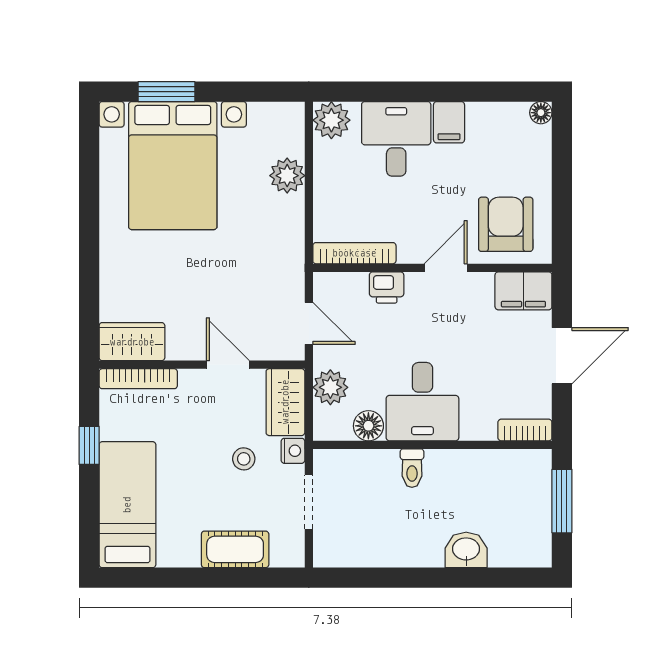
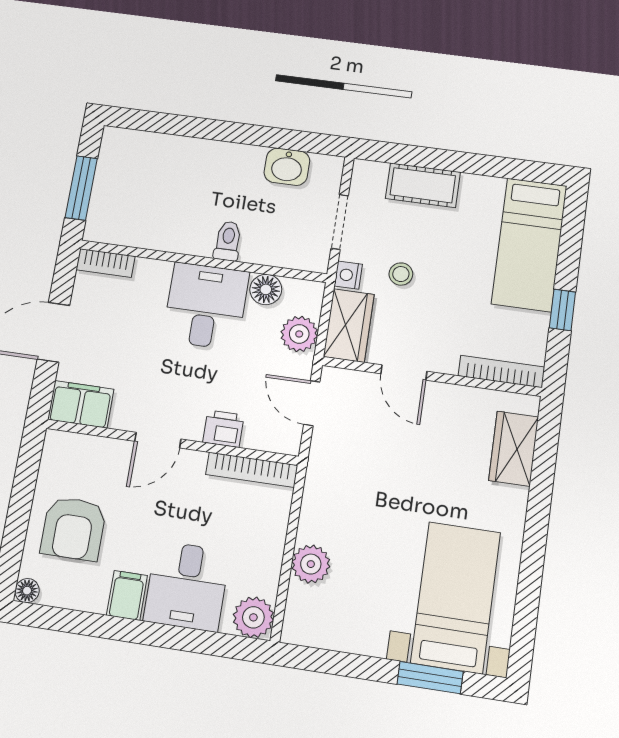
bed with nightstands: (173, 166) -> (456, 597), width x0.73
armchair: (506, 224) -> (73, 529), moved
wardrobe: (132, 342) -> (514, 449), moved, turned 90
washbasin: (466, 550) -> (287, 167), moved

